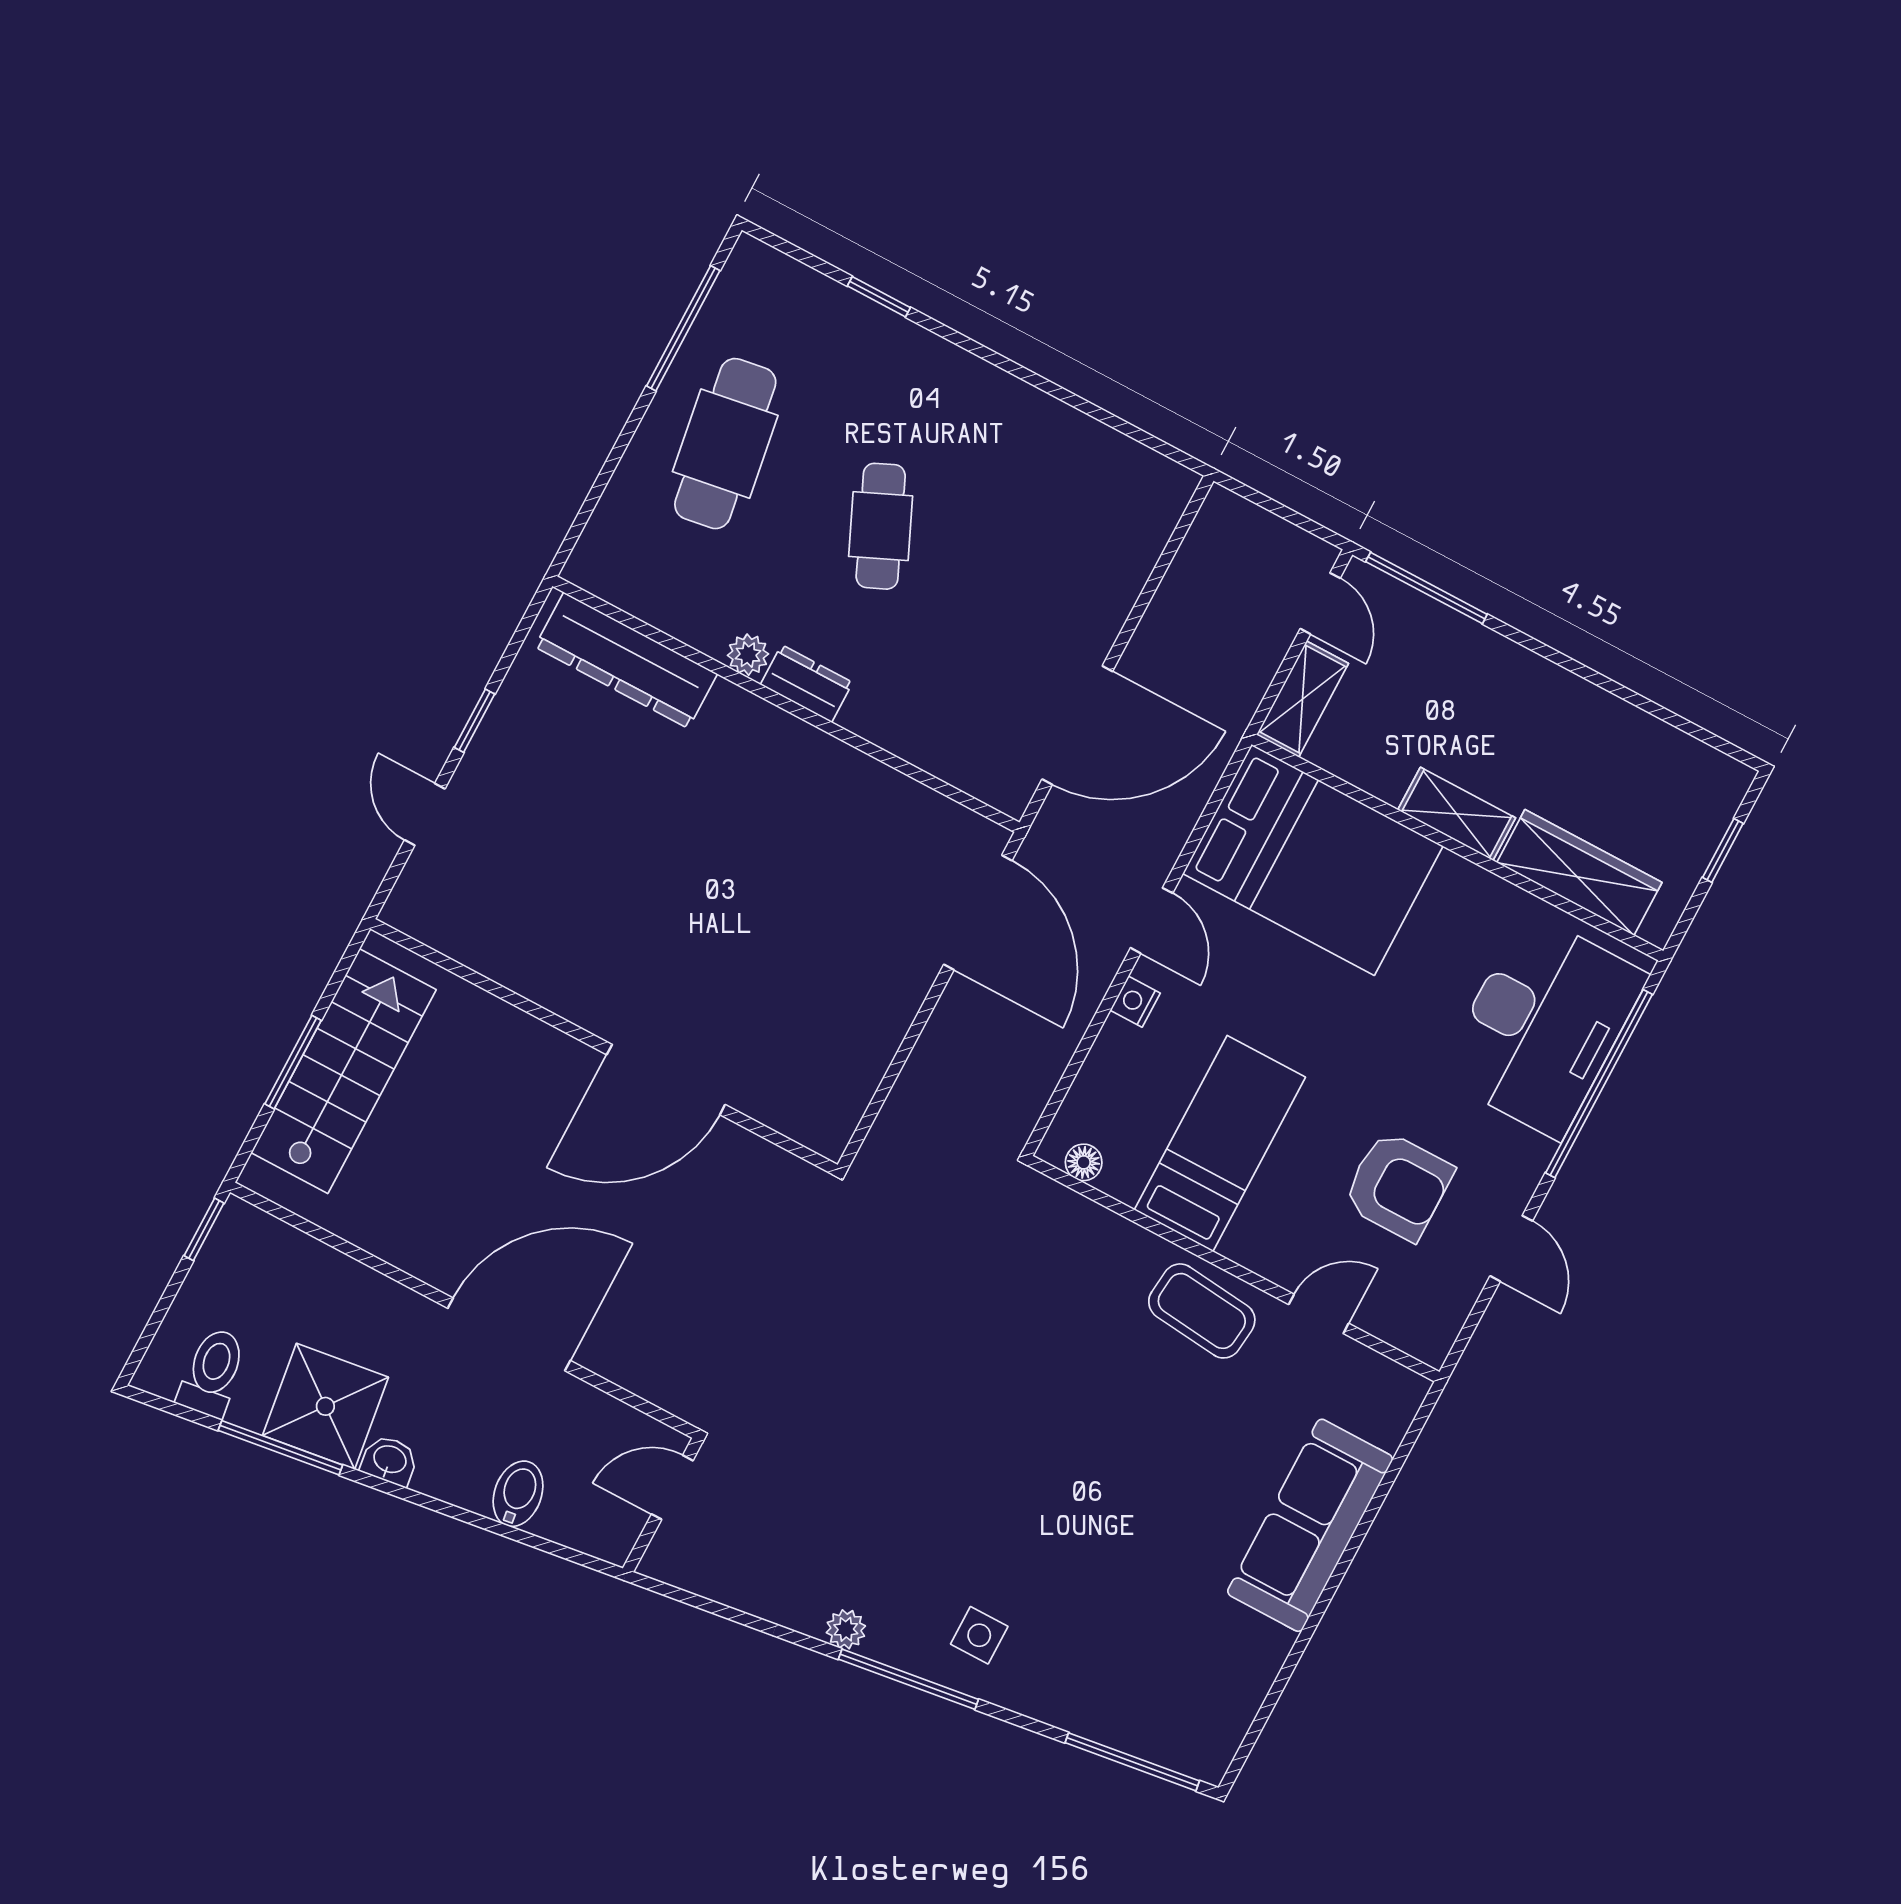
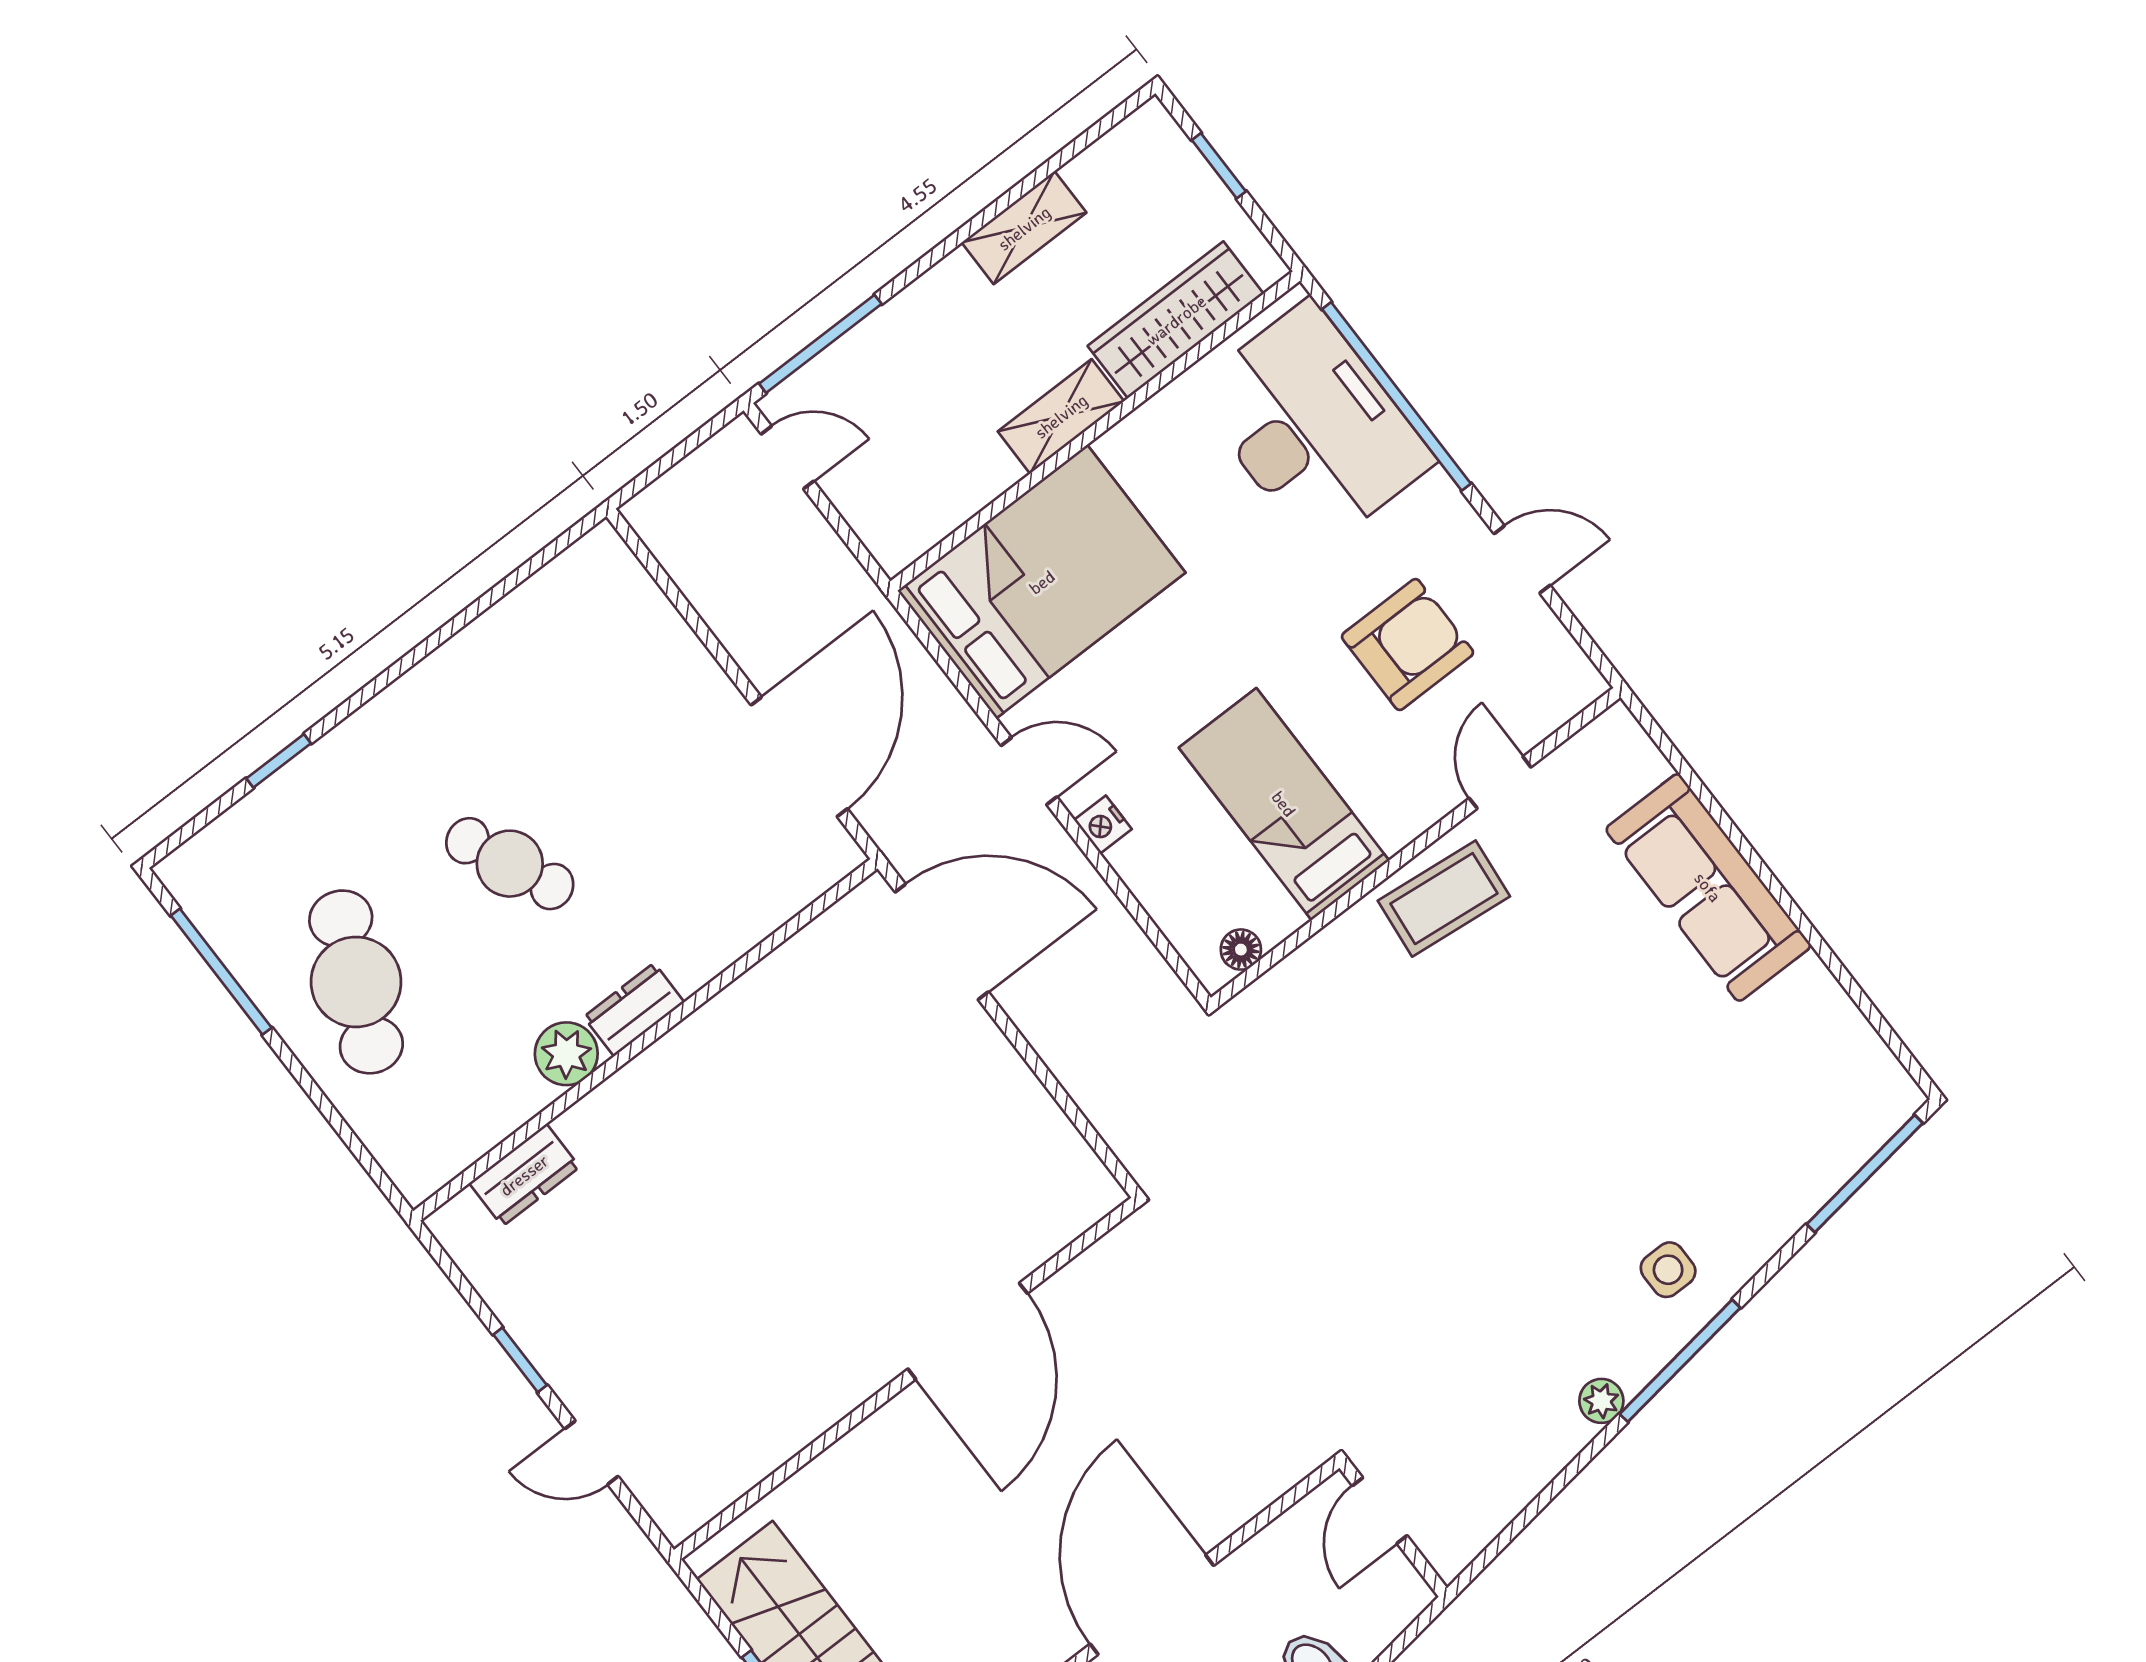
cafe table: (725, 444) -> (356, 982), turned 33
plant: (748, 655) -> (566, 1054), width x1.38, depth x1.38
dresser: (626, 660) -> (524, 1175), width x0.51, depth x0.80
shelving: (1302, 699) -> (1024, 228), moved, turned 90

